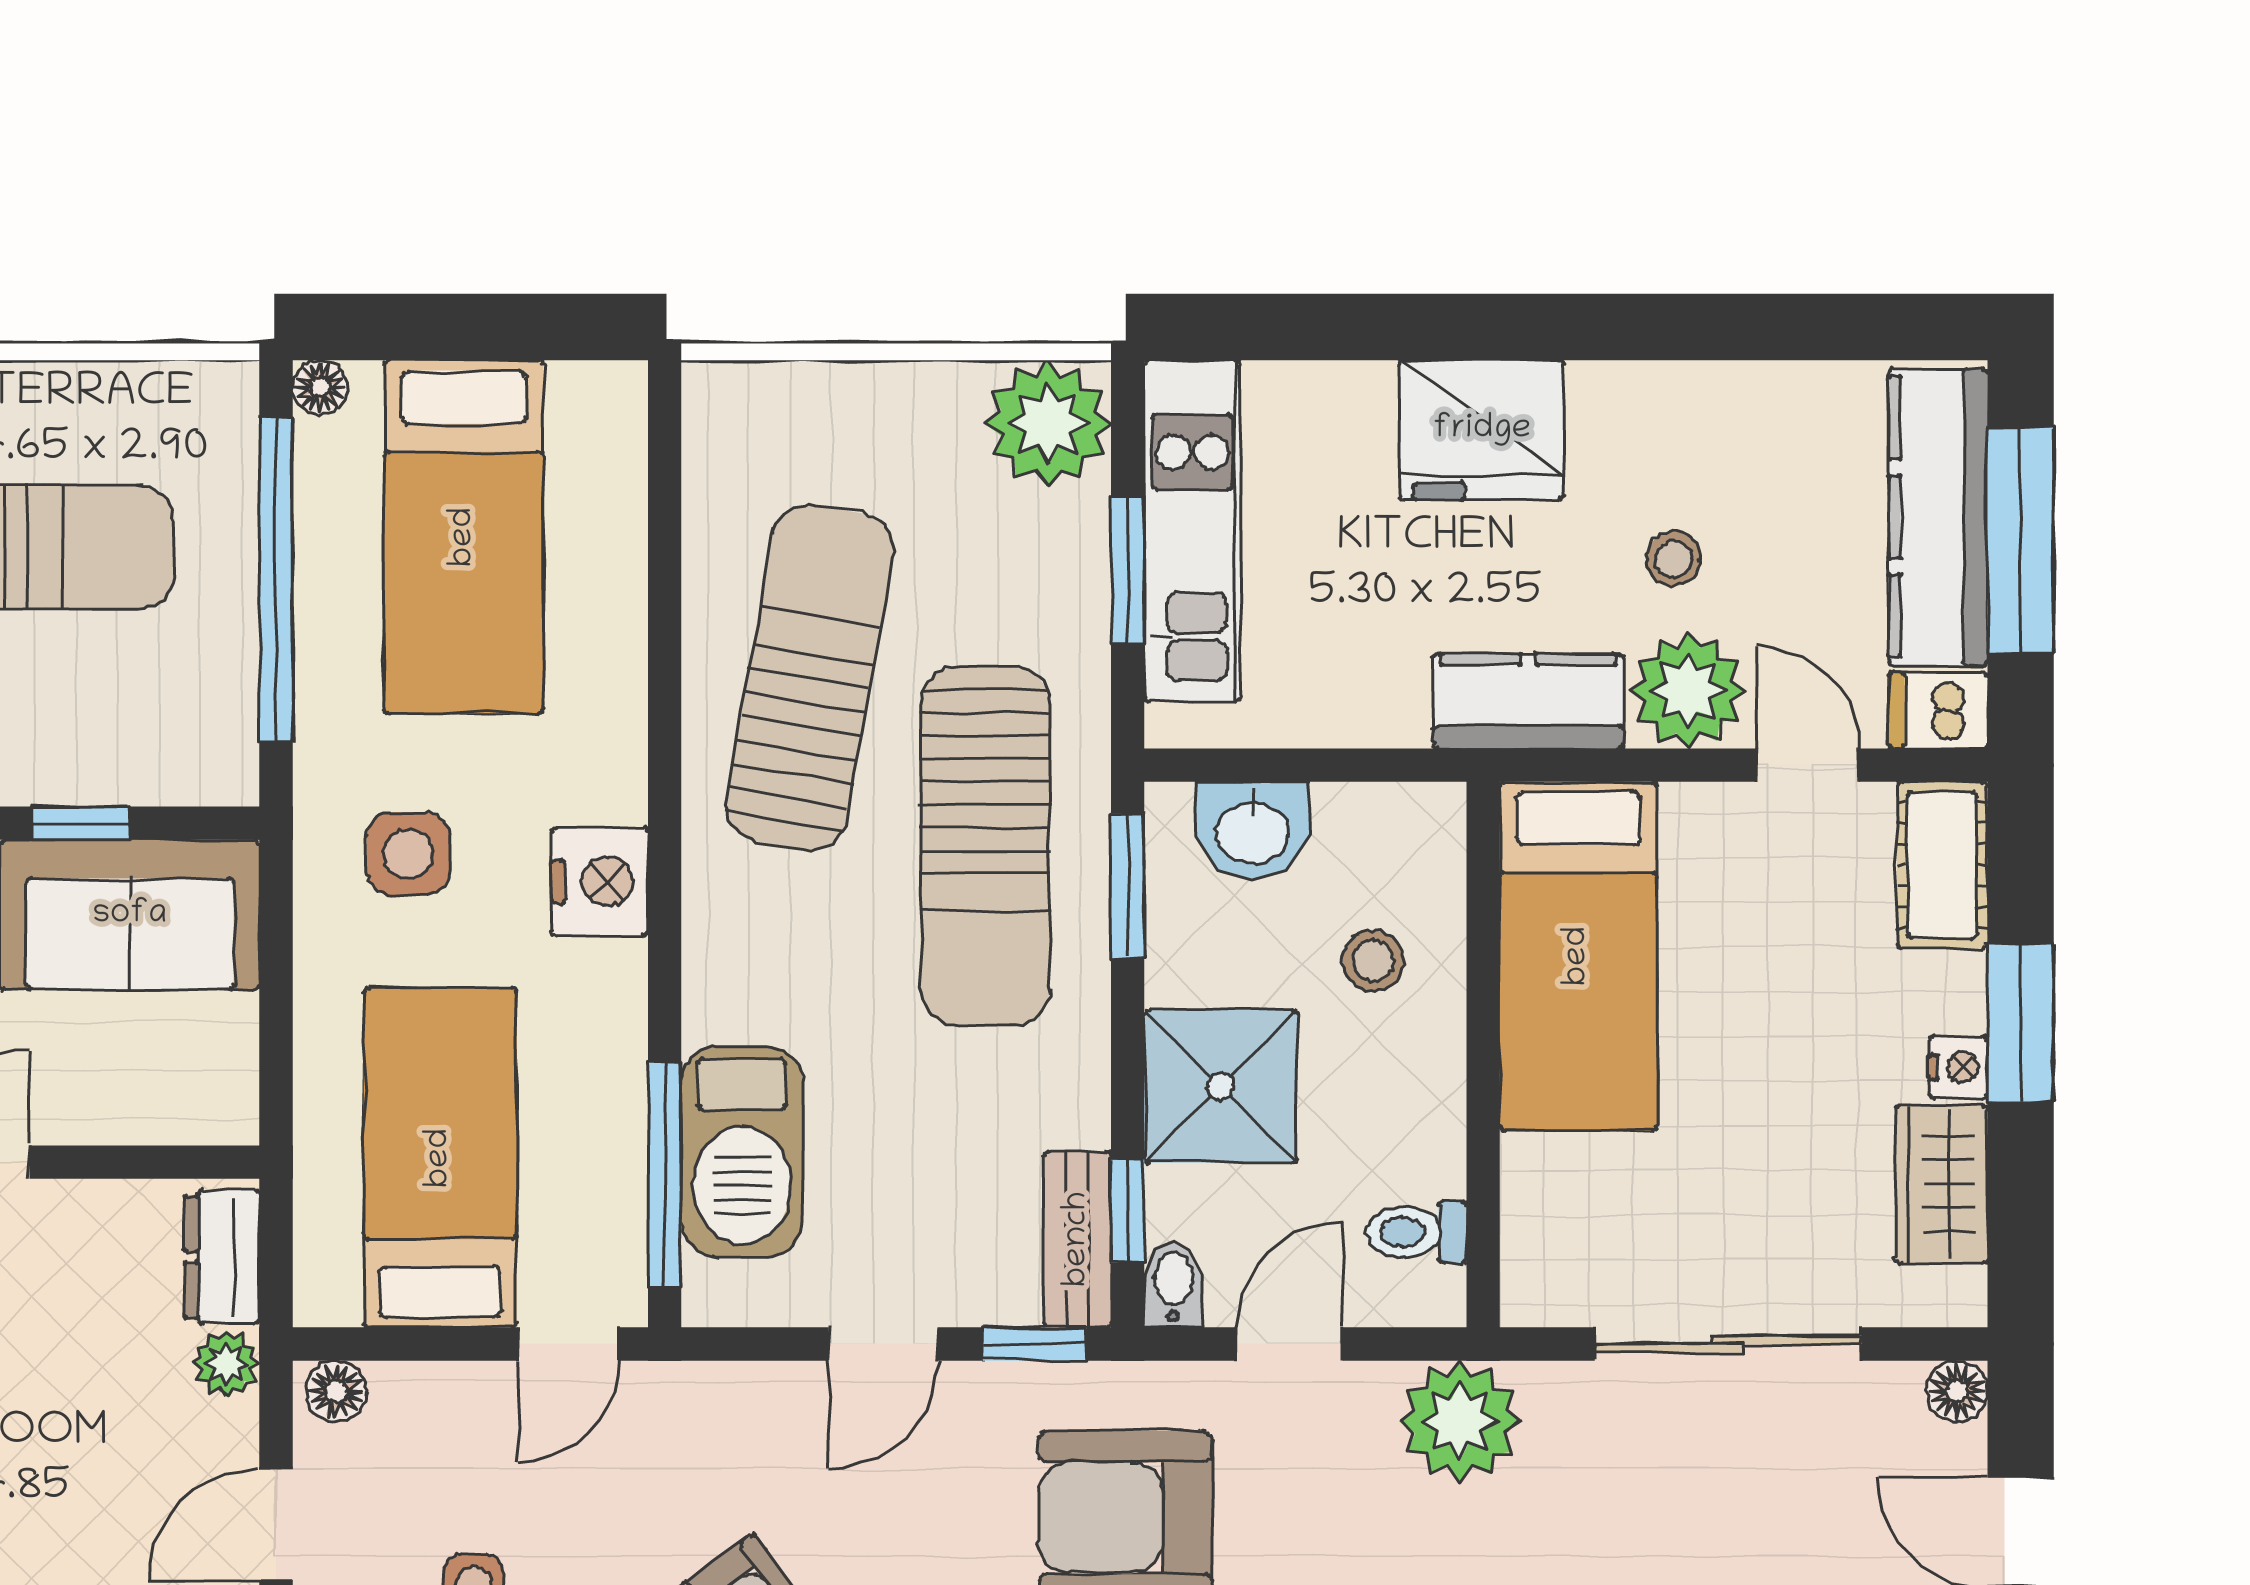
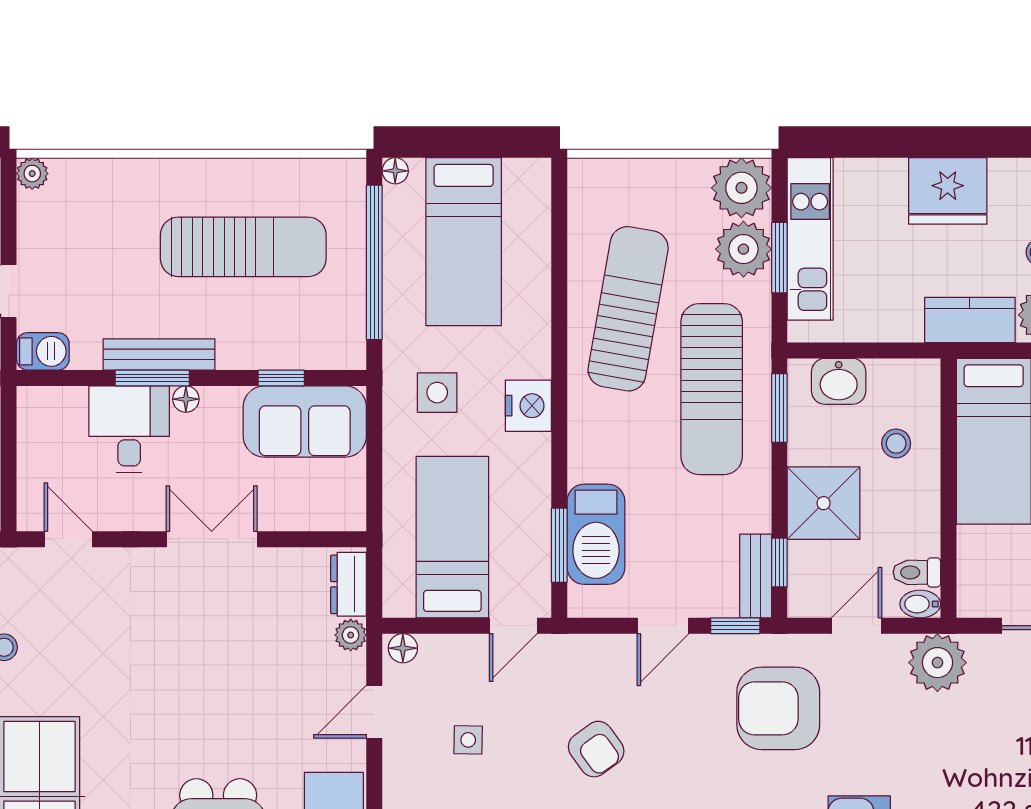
plant: (1052, 552) -> (743, 249), added
window: (665, 1175) -> (559, 545), width x0.69
bidet: (1173, 1285) -> (920, 604), moved, turned -90

